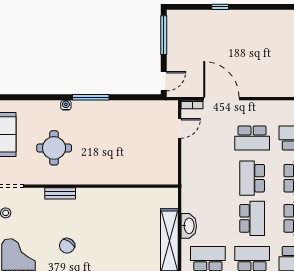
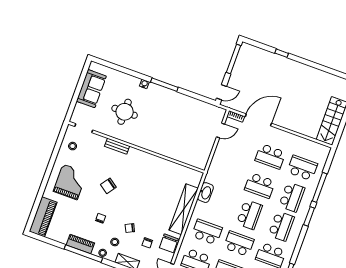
door: (221, 99) -> (258, 120), hinge flipped
school desk: (252, 178) -> (260, 185), turned -90
washbasin: (189, 226) -> (205, 193), moved

